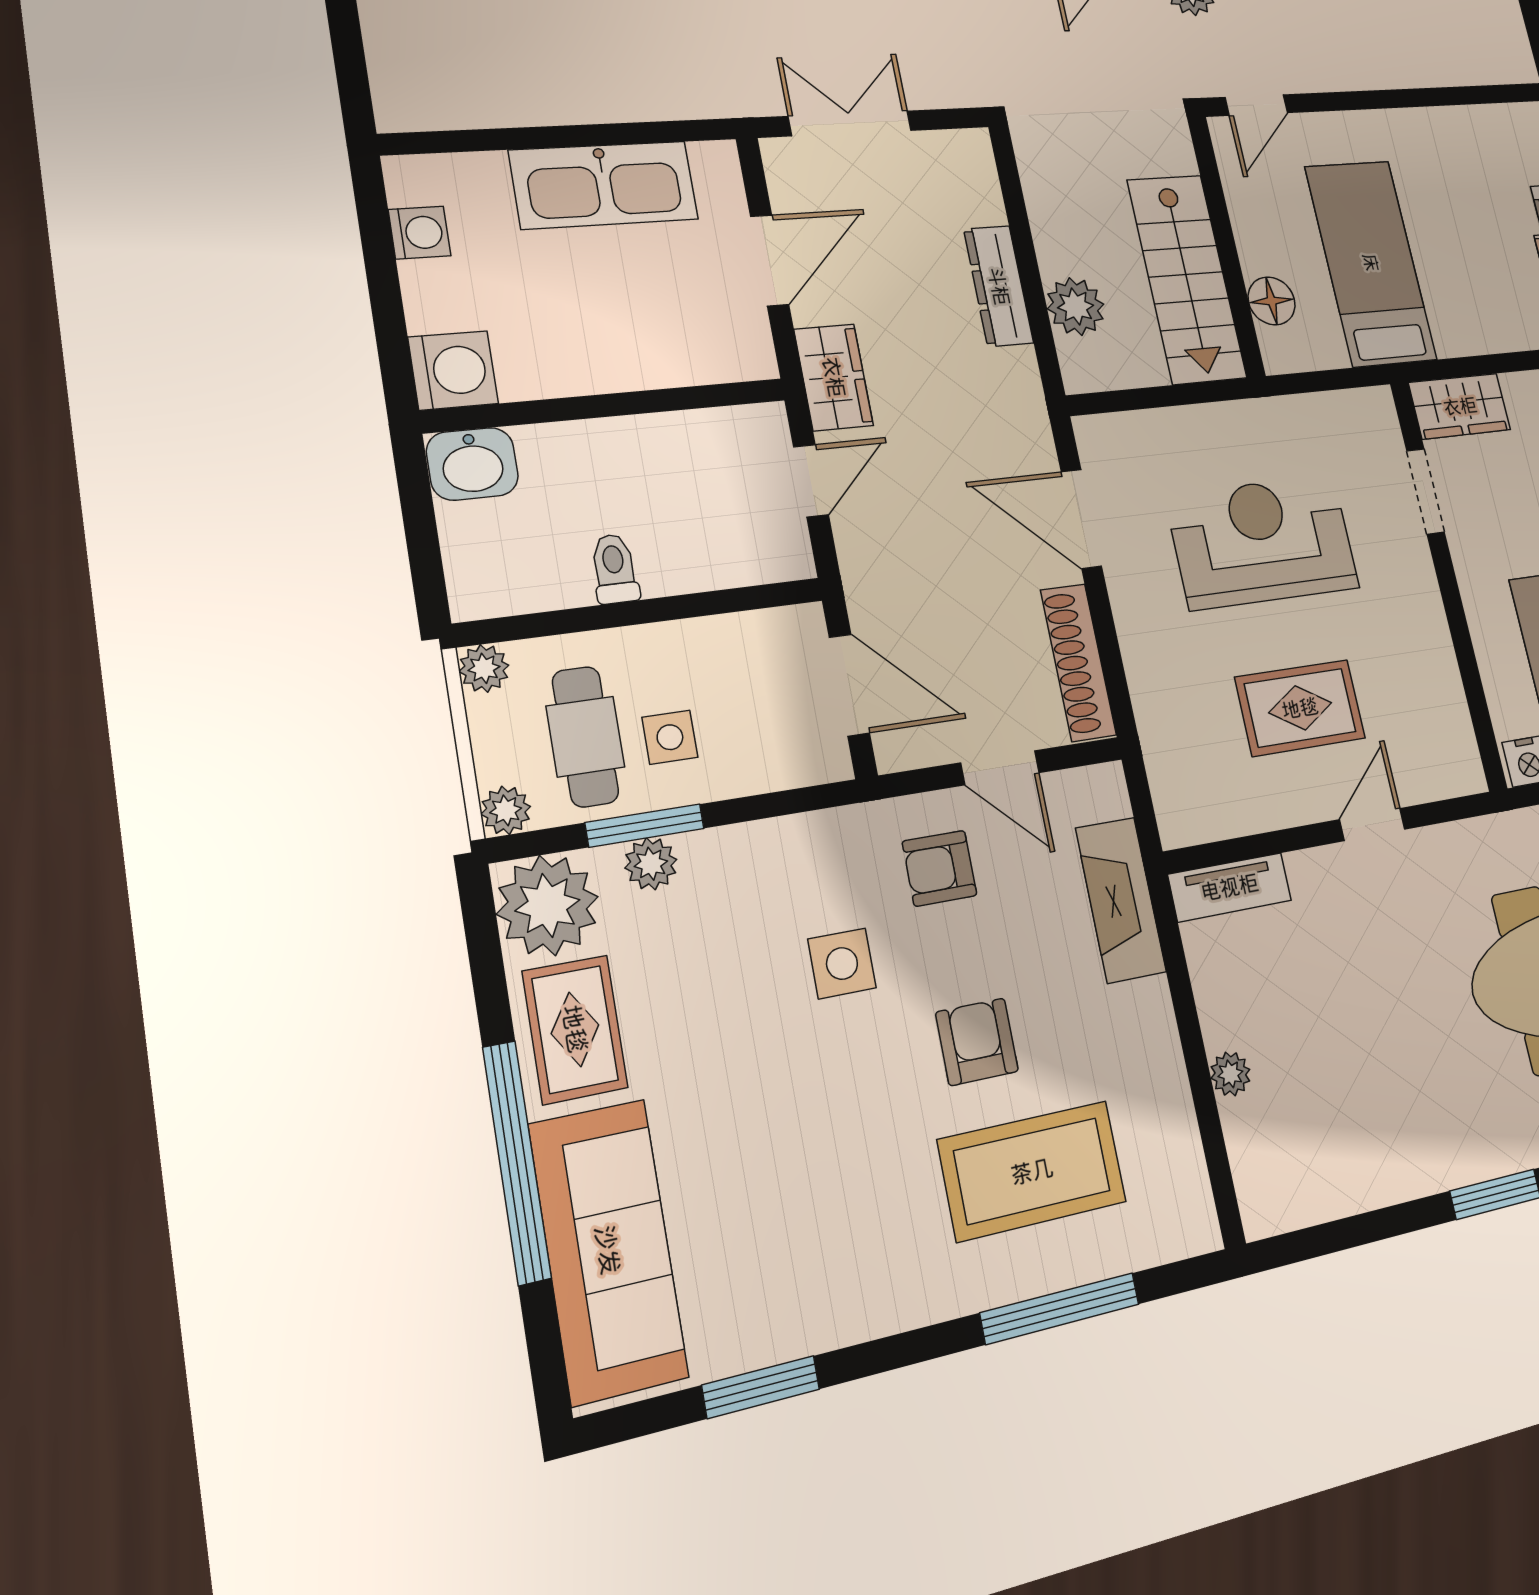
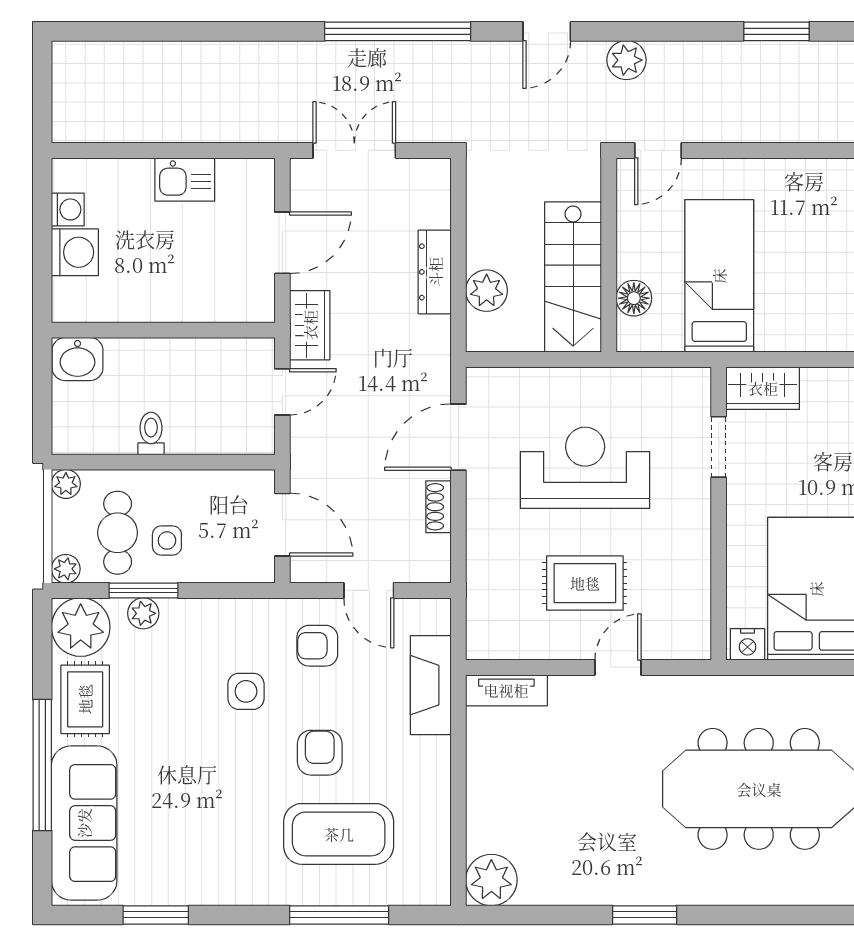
kitchen sink: (604, 185) -> (185, 180), width x0.53, depth x0.81
washing machine: (453, 370) -> (75, 252), moved
door: (1081, 519) -> (458, 437), hinge flipped
shoe rack: (1078, 662) -> (438, 507), width x0.51, depth x0.81
plant: (1230, 1074) -> (491, 880), moved, width x1.88, depth x1.88

